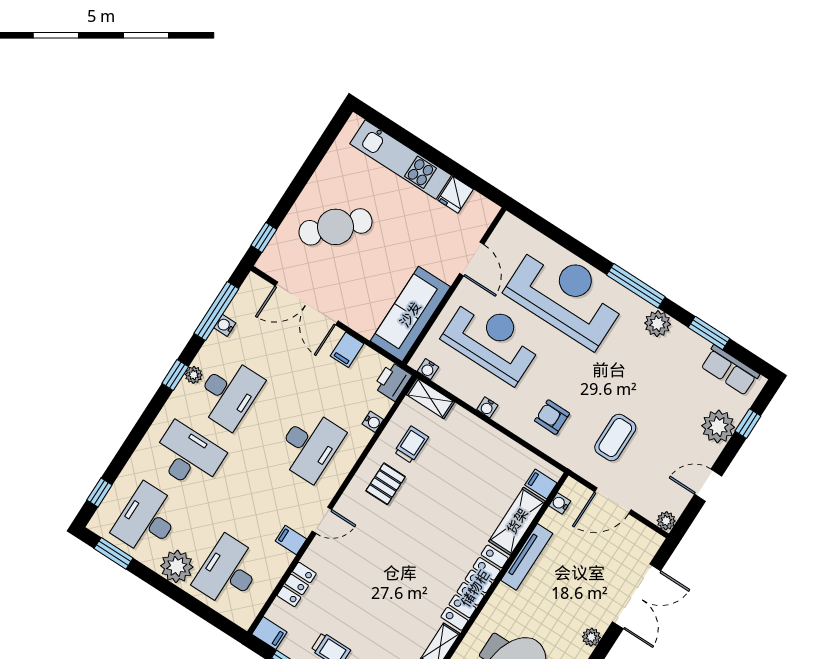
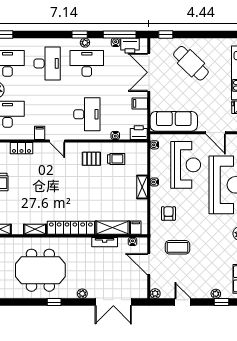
door: (472, 259) -> (216, 133), hinge flipped
printer: (245, 306) -> (130, 46), added
desk: (229, 393) -> (87, 63), turned 180
shelving: (430, 398) -> (142, 187), moved
plant: (718, 426) -> (216, 294), width x0.53, depth x0.53
desk: (310, 445) -> (87, 114), turned -90
tv unit: (527, 557) -> (105, 242), width x0.71

